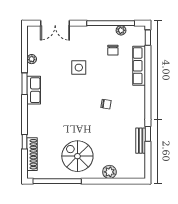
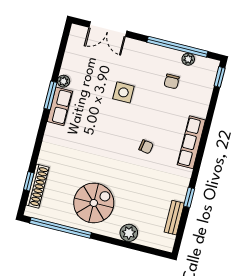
plant: (32, 59) -> (64, 81), moved
row of seats: (139, 66) -> (191, 142), moved
bench: (141, 141) -> (174, 218), moved
window: (25, 142) -> (29, 181), moved
spiral stairs: (77, 156) -> (94, 203), turned 90

